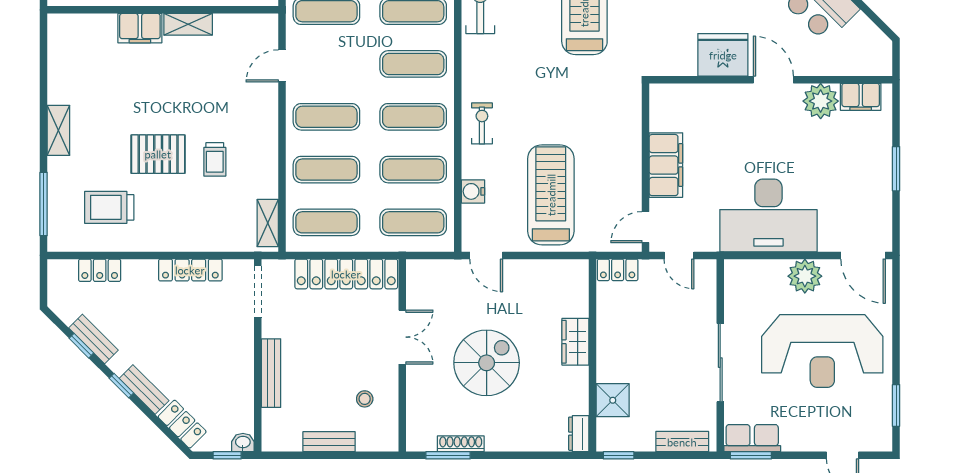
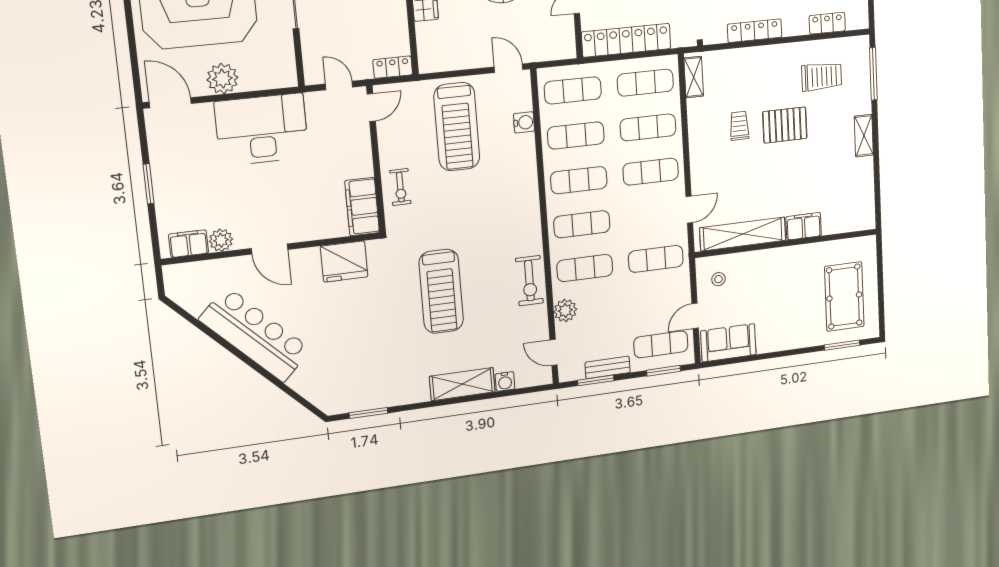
shelving: (188, 24) -> (743, 234), width x2.20, depth x1.33
fridge: (723, 55) -> (344, 262), moved
plant: (821, 101) -> (221, 240), width x0.73, depth x0.73
exercise bike: (482, 123) -> (400, 187), moved
filing cabinet: (666, 165) -> (362, 207), moved

